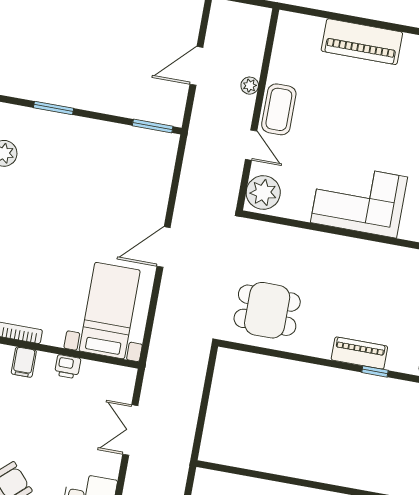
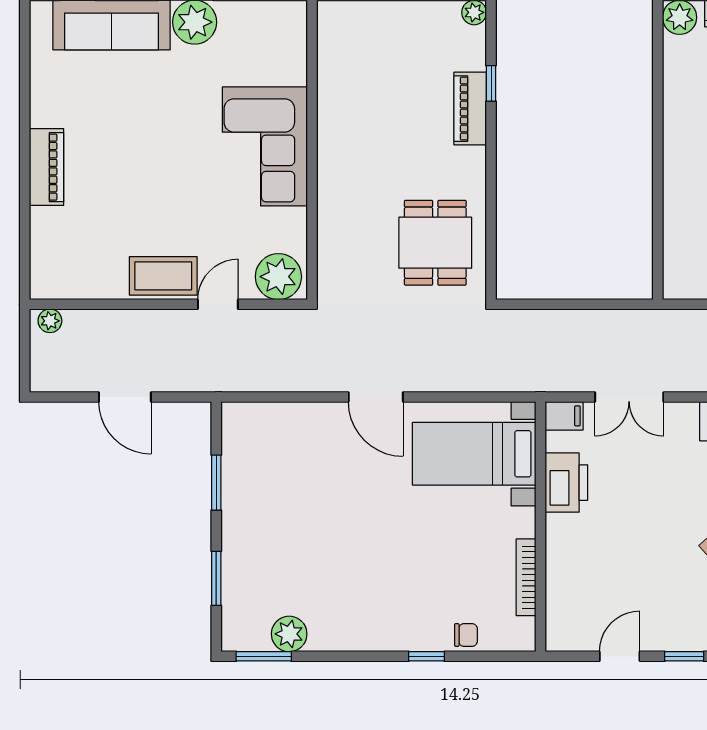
piano: (362, 42) -> (47, 167), width x0.73, depth x0.75
plant: (250, 86) -> (50, 321), moved
window: (153, 126) -> (216, 483), moved
filing cabinet: (24, 362) -> (564, 416), moved
printer: (68, 367) -> (566, 483), width x1.87, depth x1.48

